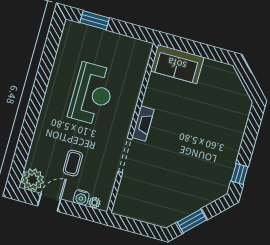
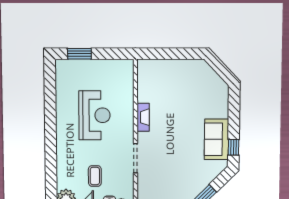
sofa: (177, 64) -> (216, 139), moved, turned 90
fireplace: (143, 124) -> (143, 117), moved

